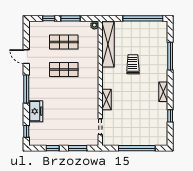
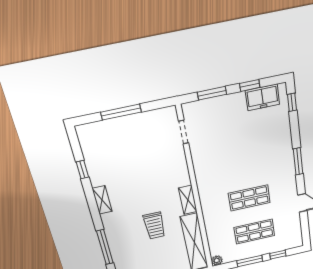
window: (26, 89) -> (298, 161), width x0.69
shelving: (106, 100) -> (188, 200), moved
freezer: (36, 111) -> (262, 97), moved, turned -90
window: (137, 148) -> (121, 112), width x0.68

